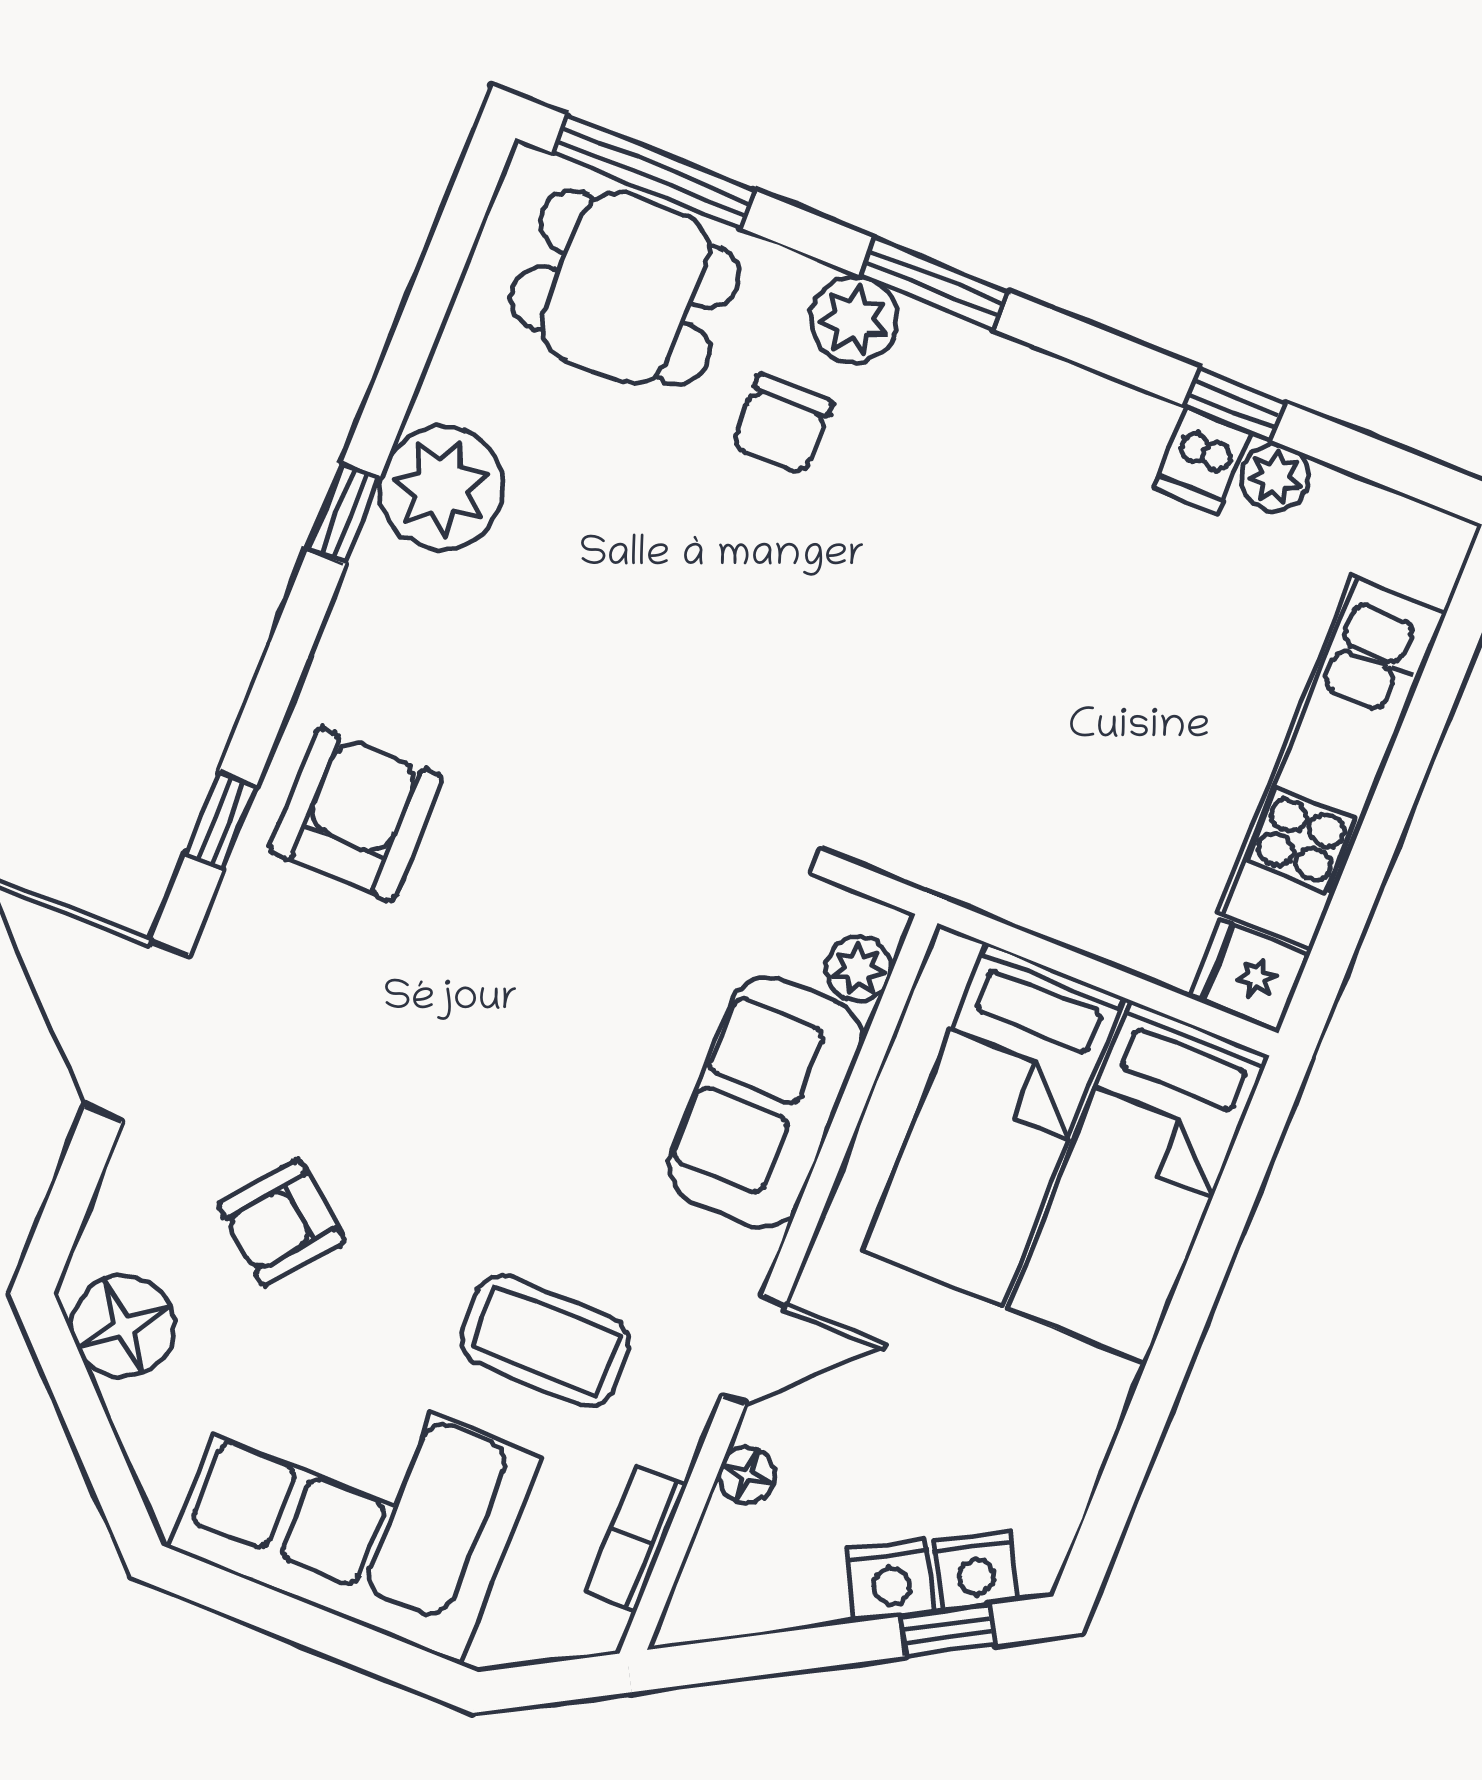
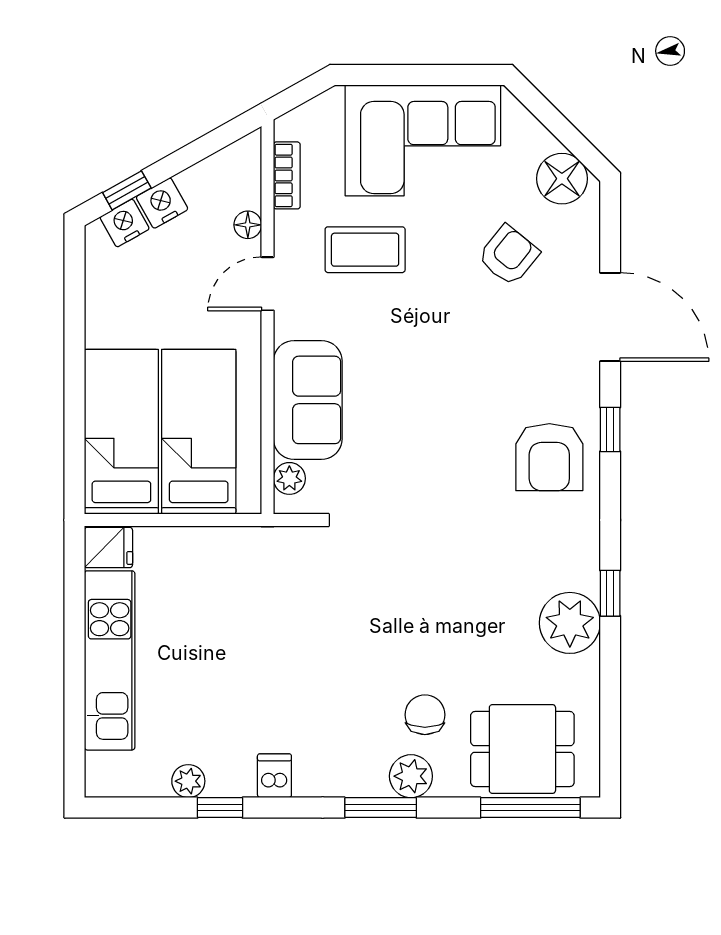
dishwasher: (1202, 460) -> (274, 776), moved

